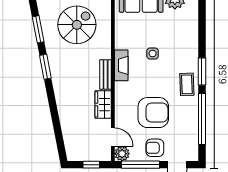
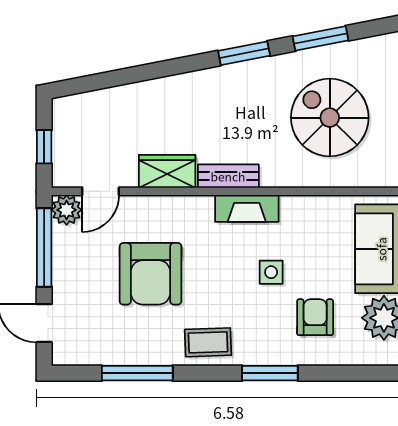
spiral stairs: (77, 25) -> (330, 118), turned 180
window: (202, 71) -> (270, 373), moved
window: (202, 119) -> (137, 373), width x0.68
armchair: (155, 148) -> (315, 317), moved

